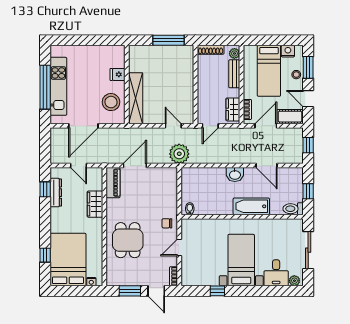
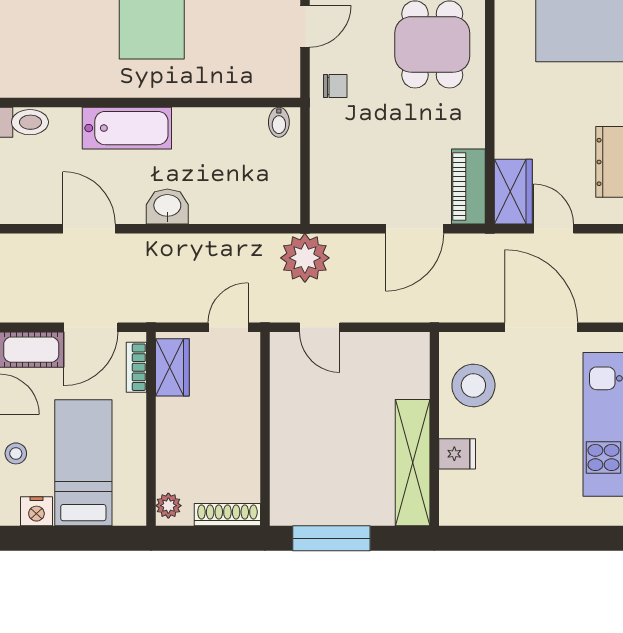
bench: (234, 74) -> (169, 455), removed
shelving: (136, 98) -> (413, 463), moved
door: (83, 126) -> (541, 327), hinge flipped
wardrobe: (95, 204) -> (513, 192), moved

